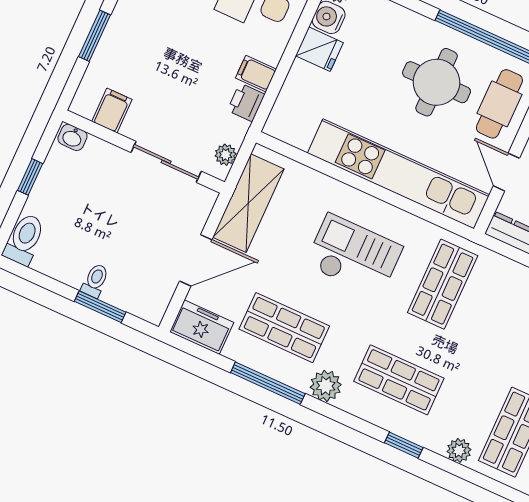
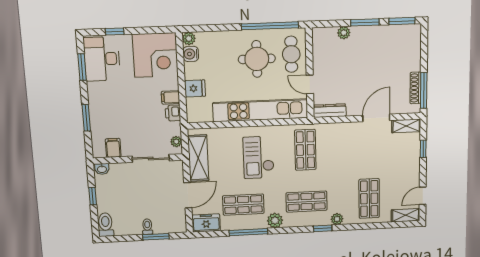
fridge: (319, 49) -> (195, 88), moved
checkout: (354, 256) -> (259, 157), turned -90
plant: (459, 450) -> (337, 219), moved

